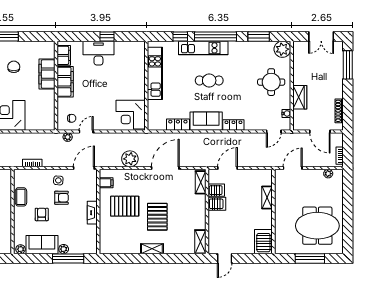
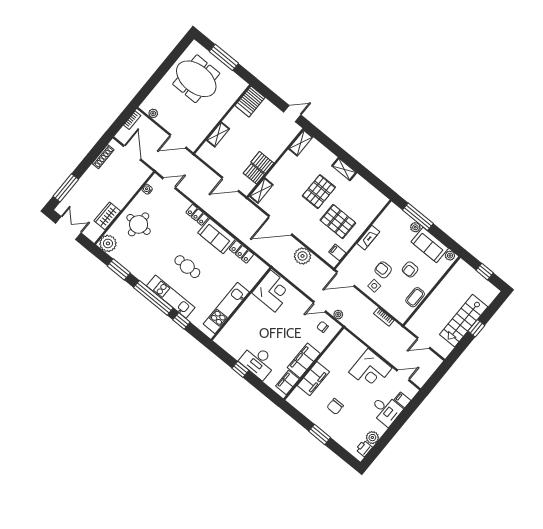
wardrobe: (300, 97) -> (107, 216), moved

